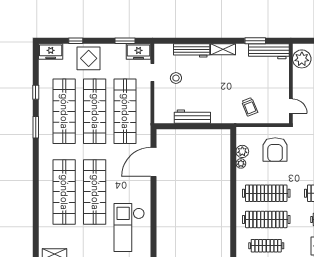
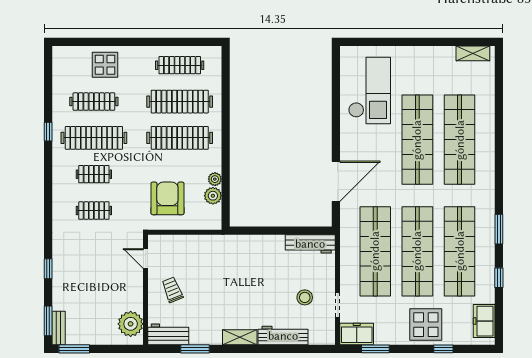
workbench: (269, 51) -> (168, 334), width x0.73
freezer: (51, 52) -> (484, 321), moved, turned -90
trolley: (250, 107) -> (172, 290), moved
workbench: (192, 117) -> (310, 244), moved

